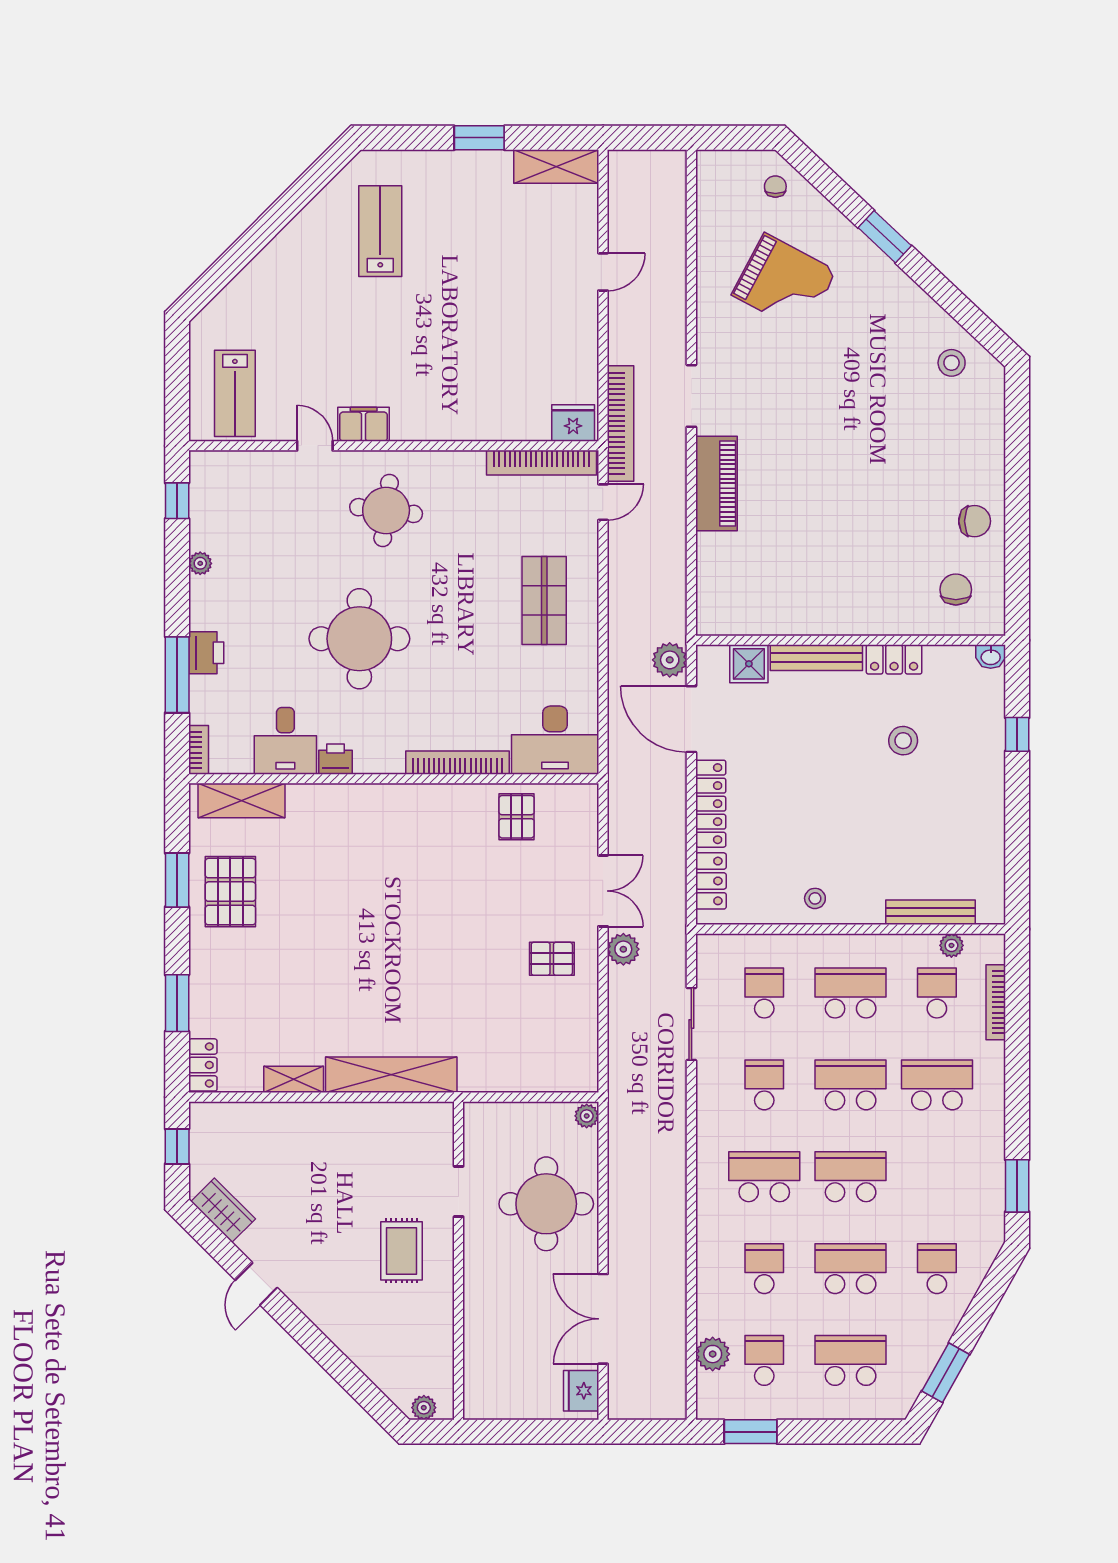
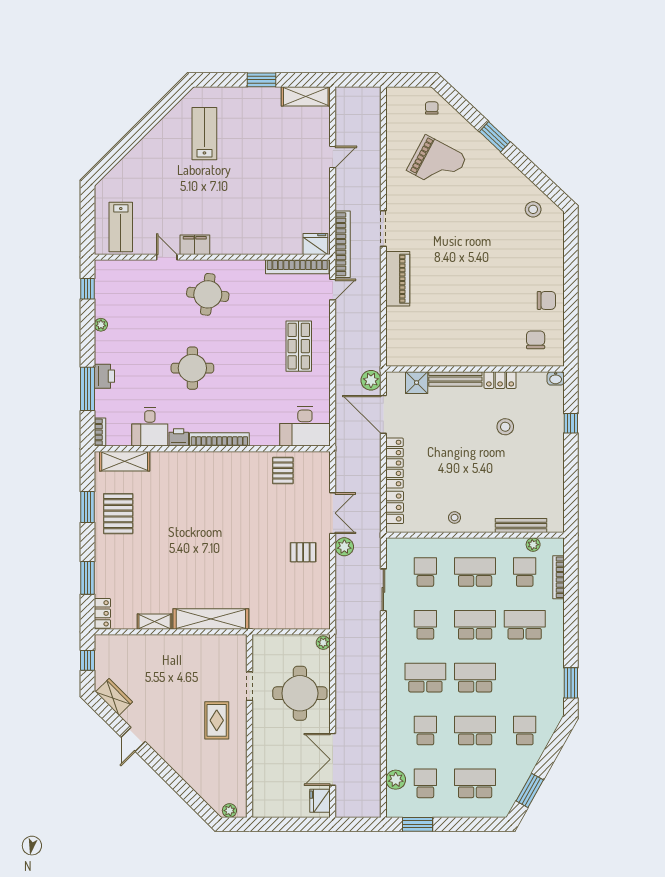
round table: (359, 639) -> (192, 368), width x0.73, depth x0.73
bookcase: (458, 763) -> (219, 439), moved

